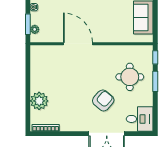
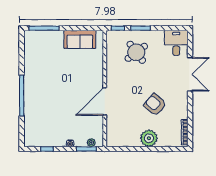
round table: (130, 77) -> (136, 52), turned -37
armchair: (103, 100) -> (155, 105), moved
plant: (39, 101) -> (149, 138), moved

